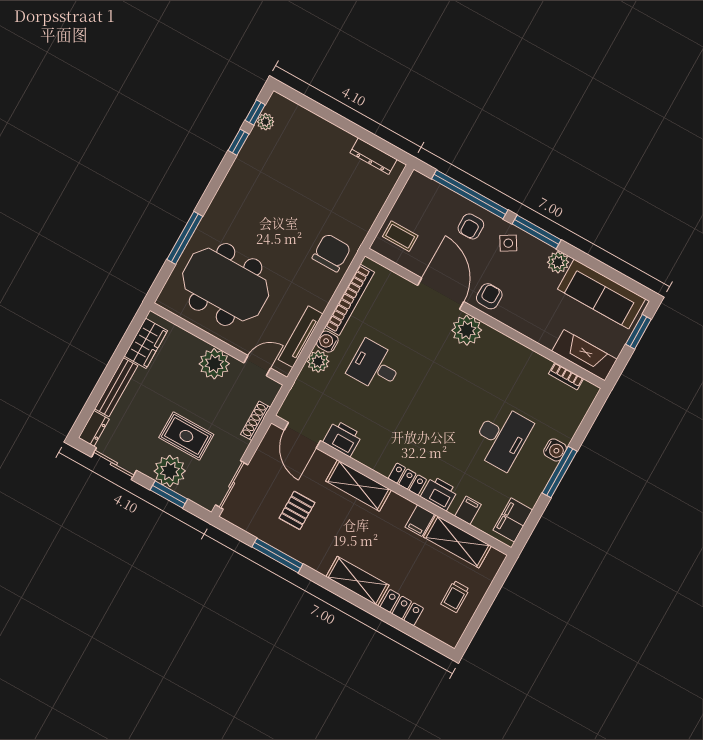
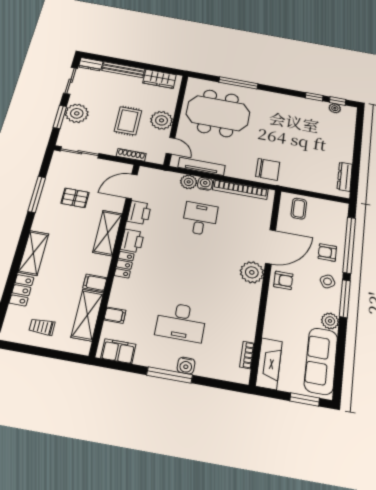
meeting table: (226, 285) -> (218, 113), turned 90
rug: (186, 436) -> (128, 121), moved
printer: (439, 493) -> (132, 241), moved

